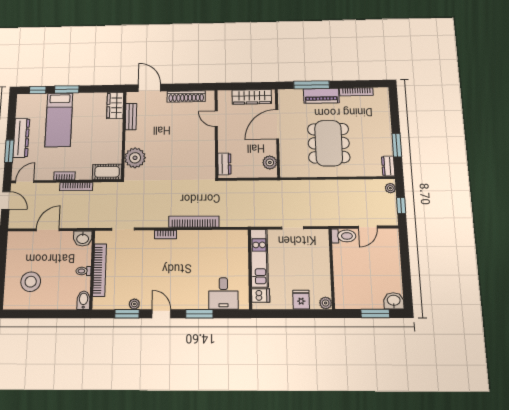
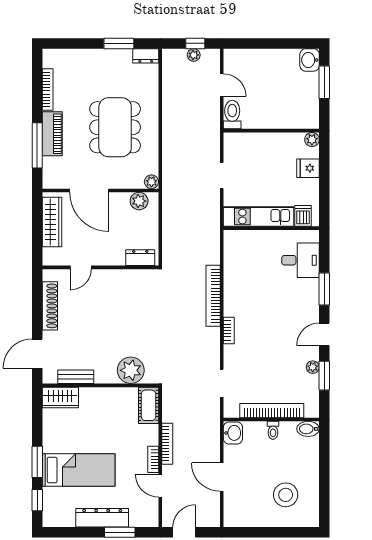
dining table: (329, 143) -> (115, 127), turned 90
plant: (286, 172) -> (151, 182), added
door: (25, 182) -> (160, 486), moved
plant: (390, 188) -> (194, 55), moved

